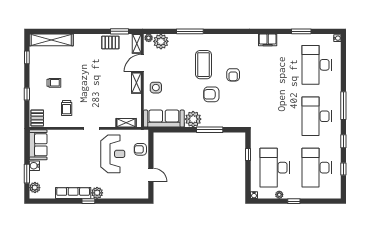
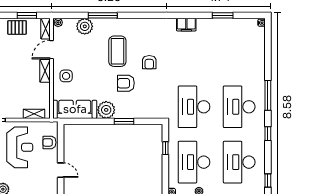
plant: (161, 41) -> (85, 26), moved
desk: (317, 65) -> (194, 107), moved
window: (210, 130) -> (124, 121), width x0.69
window: (343, 169) -> (268, 180), moved

